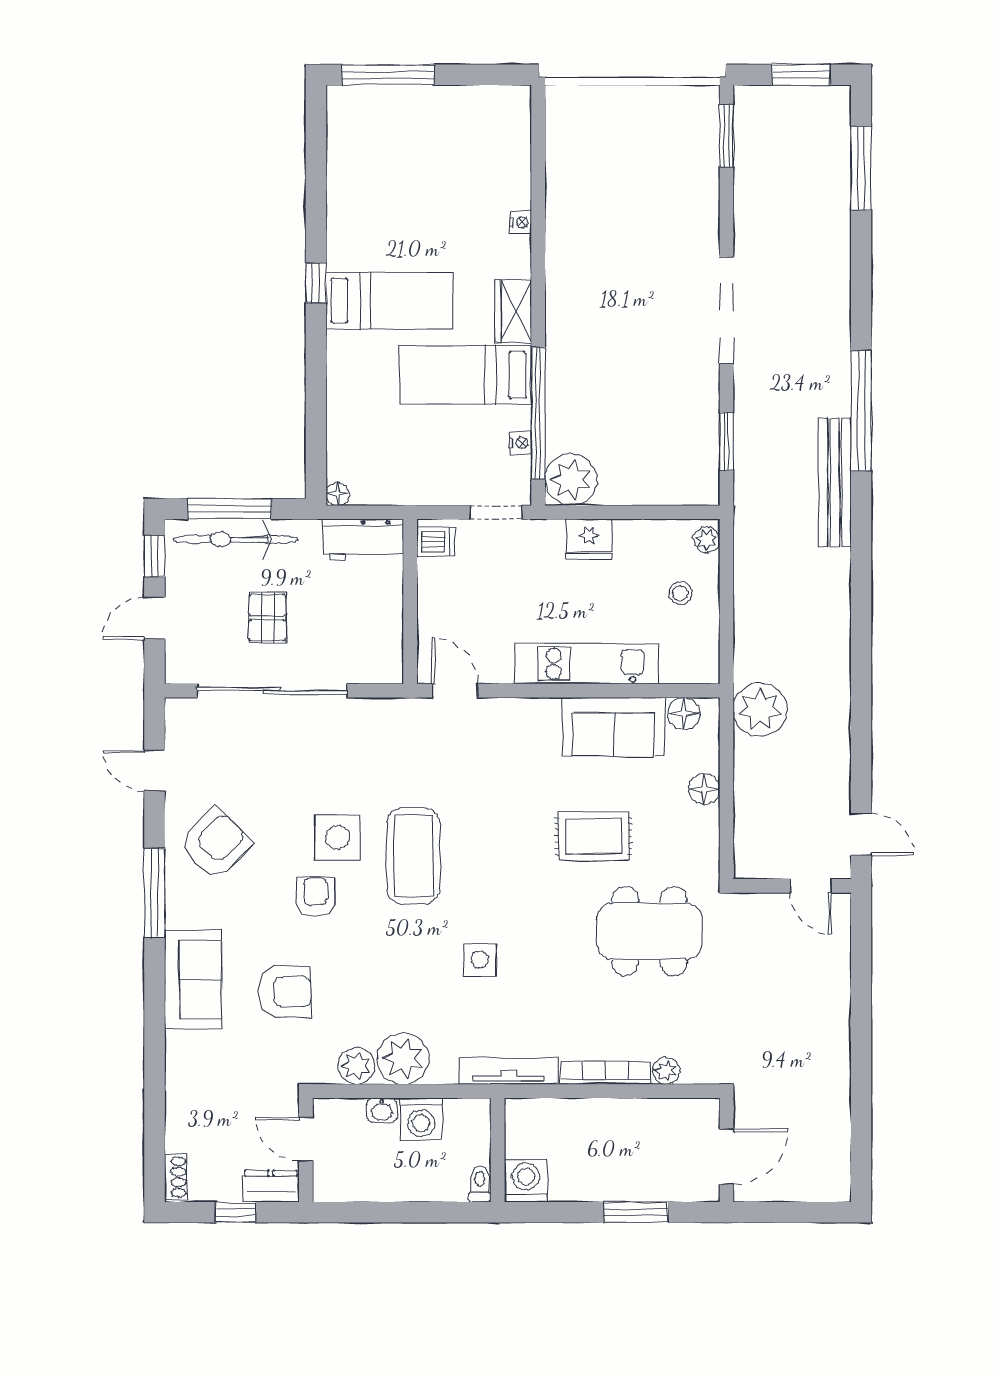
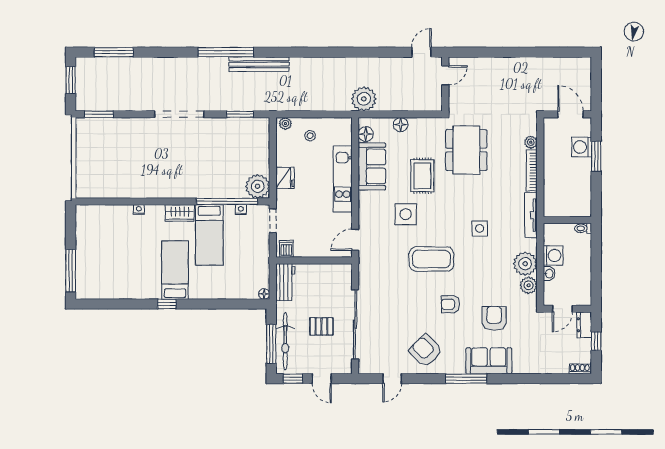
side table: (337, 837) -> (406, 214), moved
window: (154, 893) -> (466, 379), moved
washing machine: (526, 1181) -> (582, 147), moved

